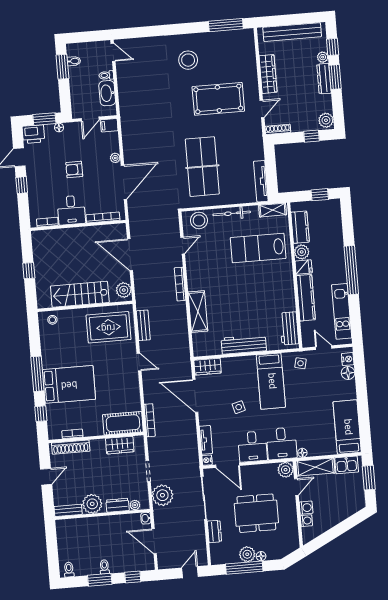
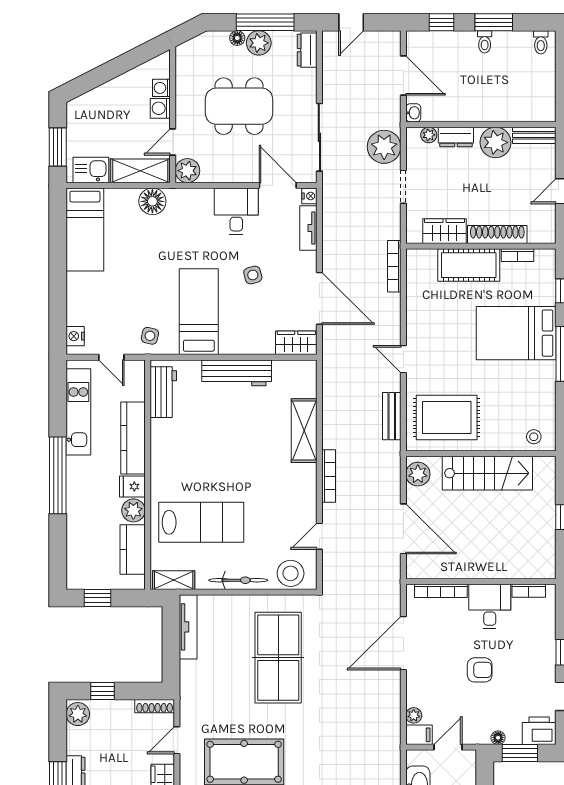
plant: (115, 158) -> (414, 715), moved
floor lamp: (348, 373) -> (77, 314), removed
cot: (123, 423) -> (469, 265), moved
desk: (282, 444) -> (190, 212), removed
shoe rack: (71, 447) -> (497, 234), moved
floor lamp: (302, 453) -> (152, 201), width x1.89, depth x1.89
dresser: (214, 532) -> (307, 50), moved

